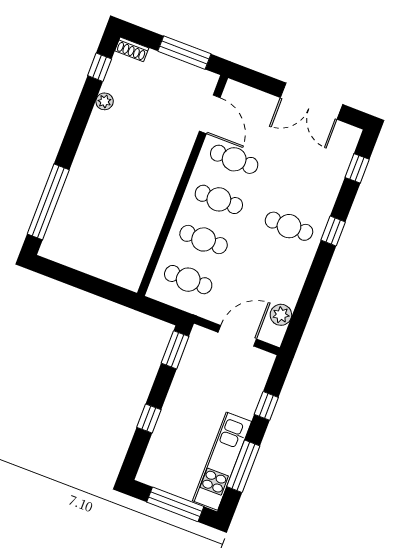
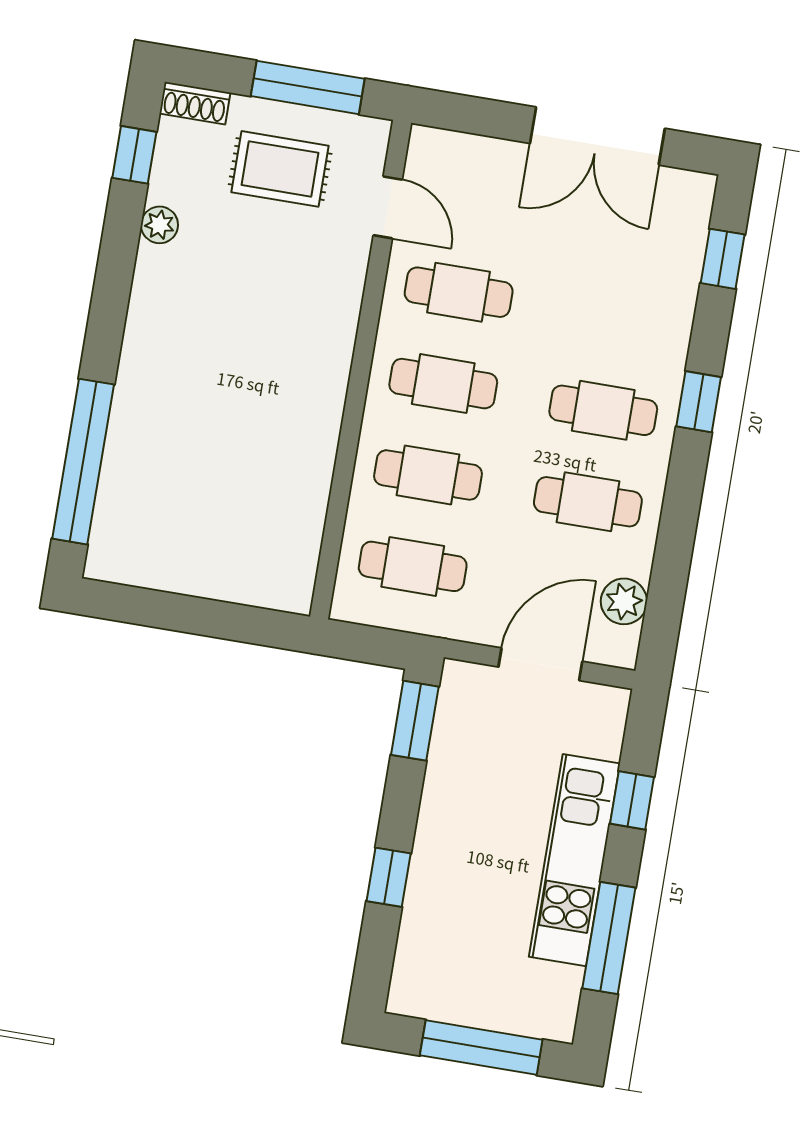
rug: (164, 87) -> (280, 169), added
door: (210, 114) -> (388, 207), width x0.73
cafe table: (274, 266) -> (588, 502), added
kitchen unit: (222, 461) -> (575, 860), moved

